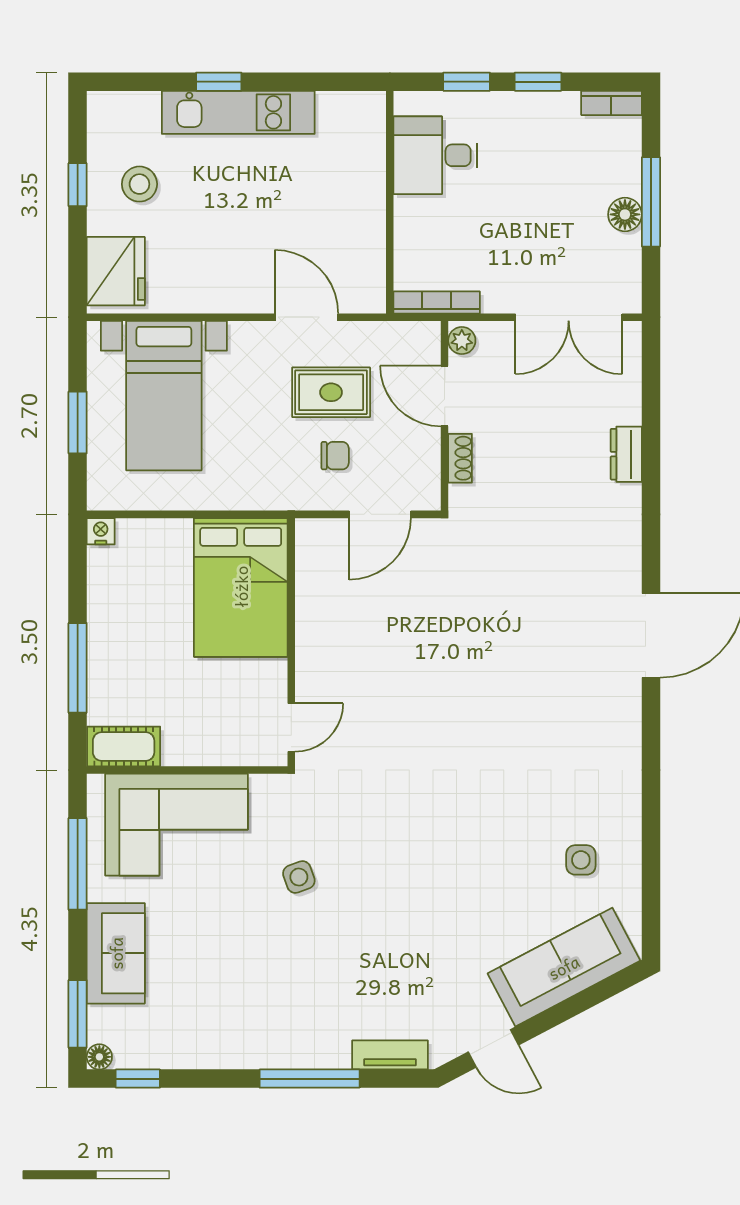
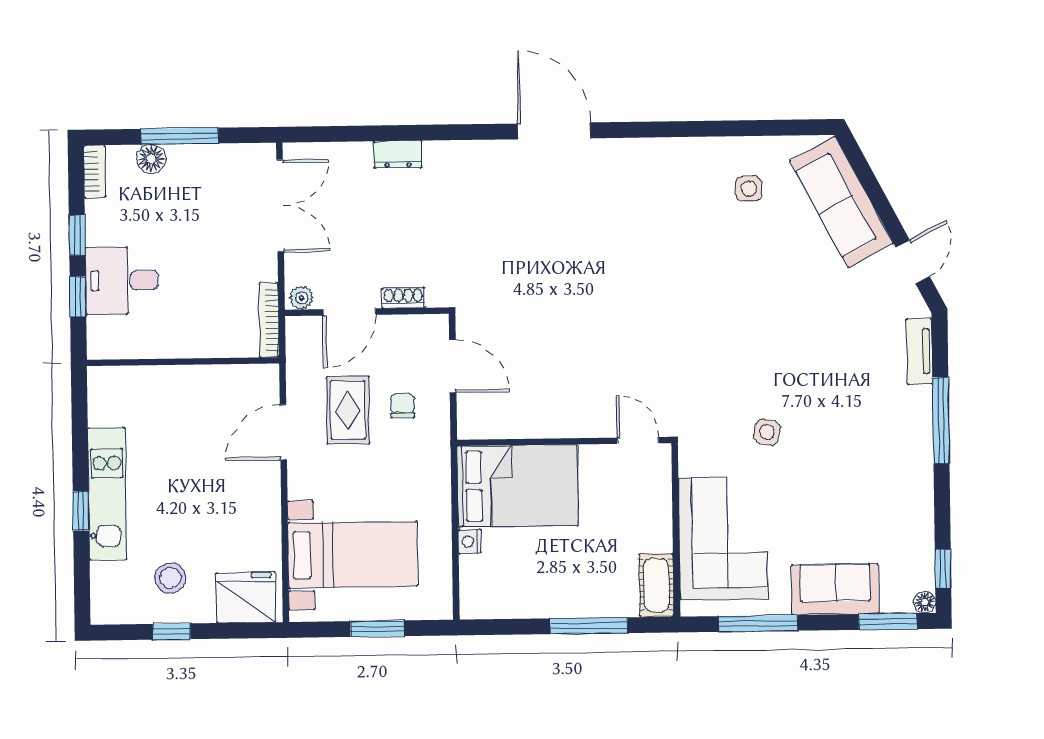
desk: (435, 155) -> (122, 280), moved, turned 90
floor lamp: (625, 214) -> (151, 159), moved
nightstand: (101, 531) -> (470, 541), moved
side table: (299, 877) -> (767, 432), turned 34

